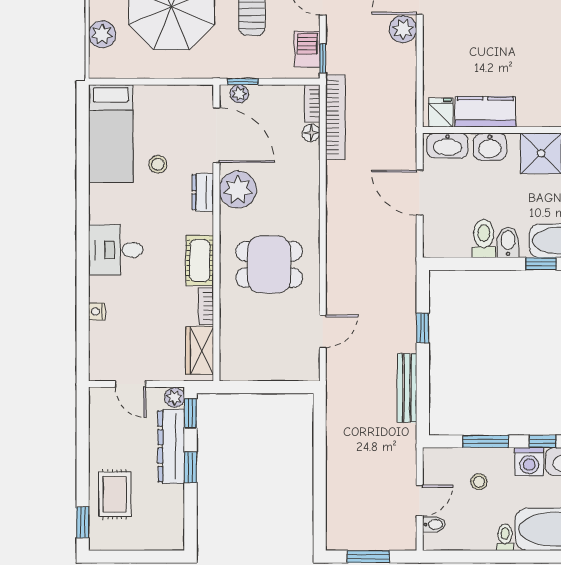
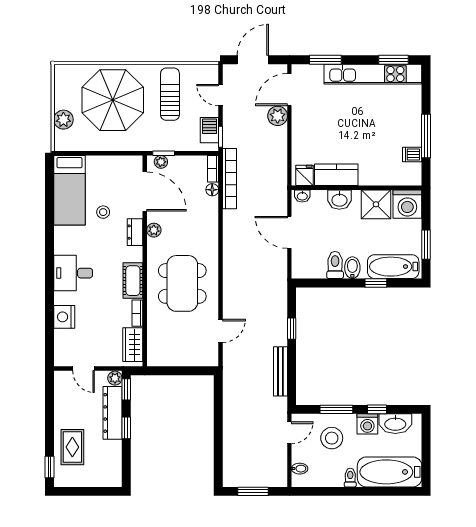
washbasin: (447, 145) -> (302, 196), width x0.52, depth x0.69
plant: (238, 190) -> (154, 230), width x0.53, depth x0.53
dining table: (269, 265) -> (182, 283), width x1.38
nightstand: (97, 311) -> (64, 317), width x1.89, depth x1.79
stool: (479, 482) -> (332, 438), width x1.89, depth x1.89
door: (420, 500) -> (289, 433), moved

